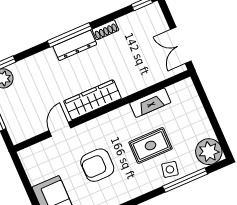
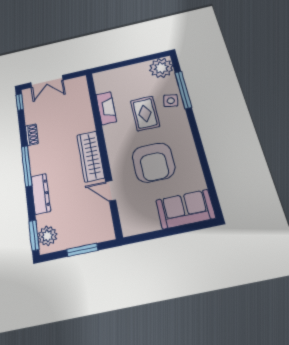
dresser: (75, 45) -> (41, 194), moved
double door: (181, 45) -> (47, 81), moved
armchair: (97, 165) -> (153, 162), width x1.36, depth x1.36

